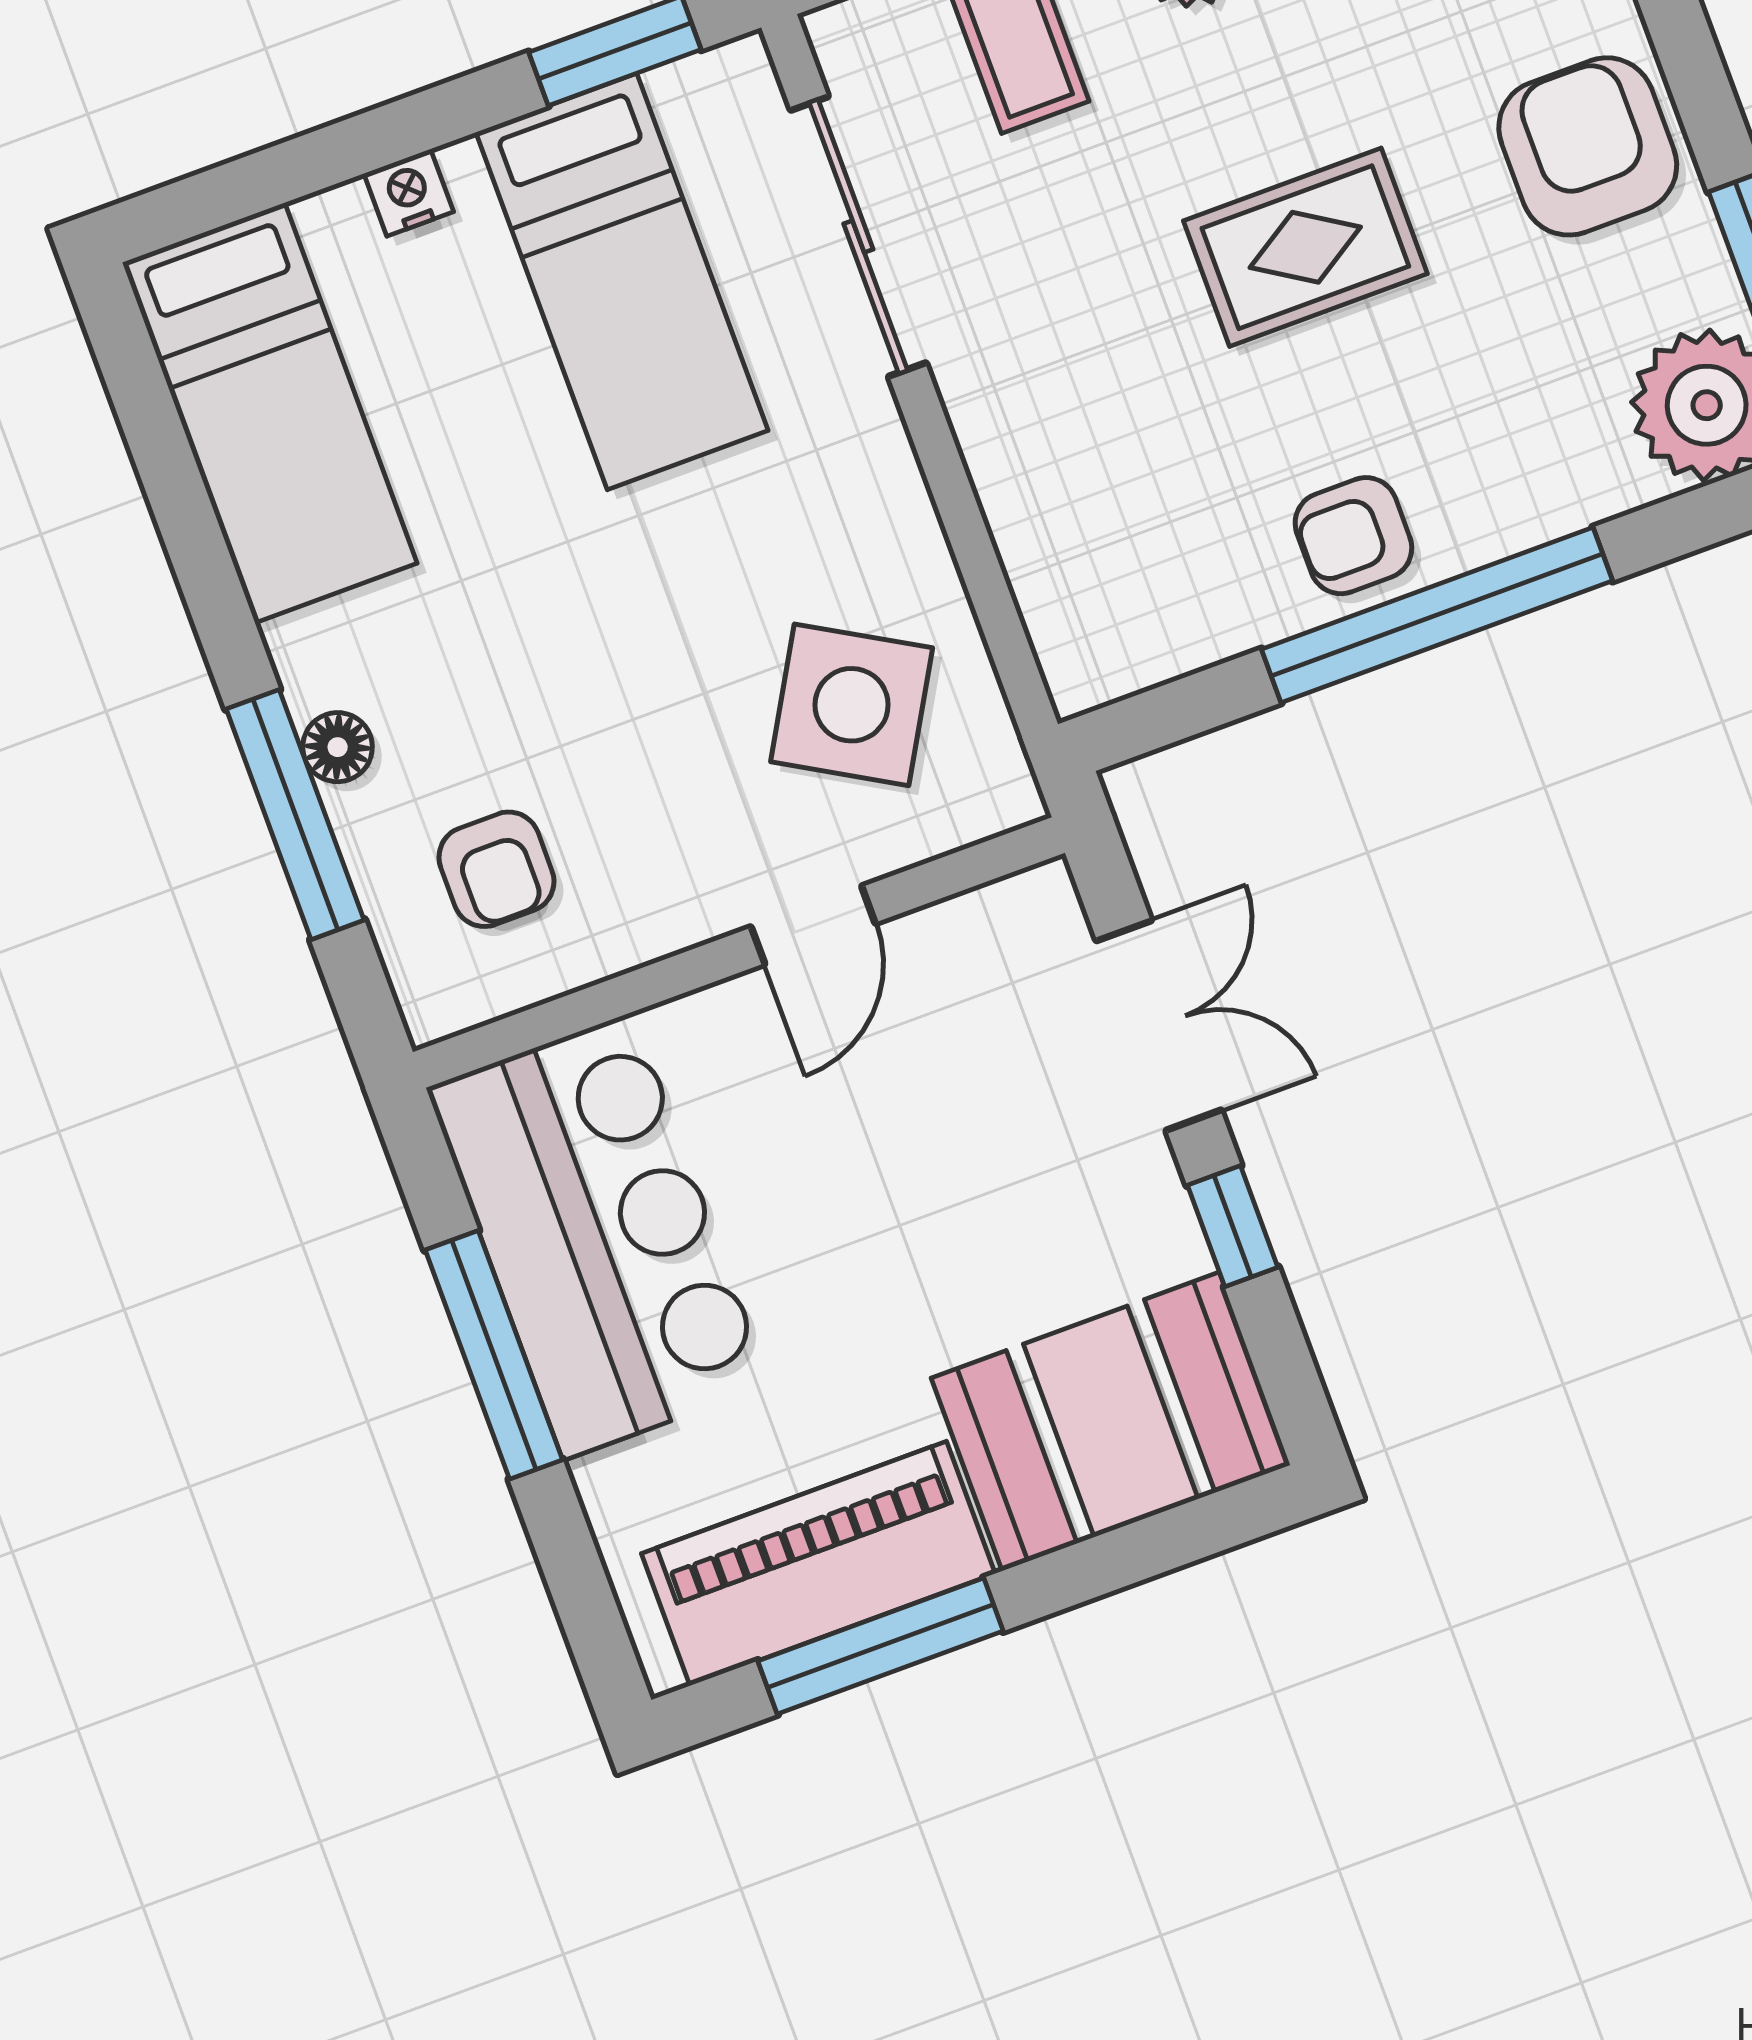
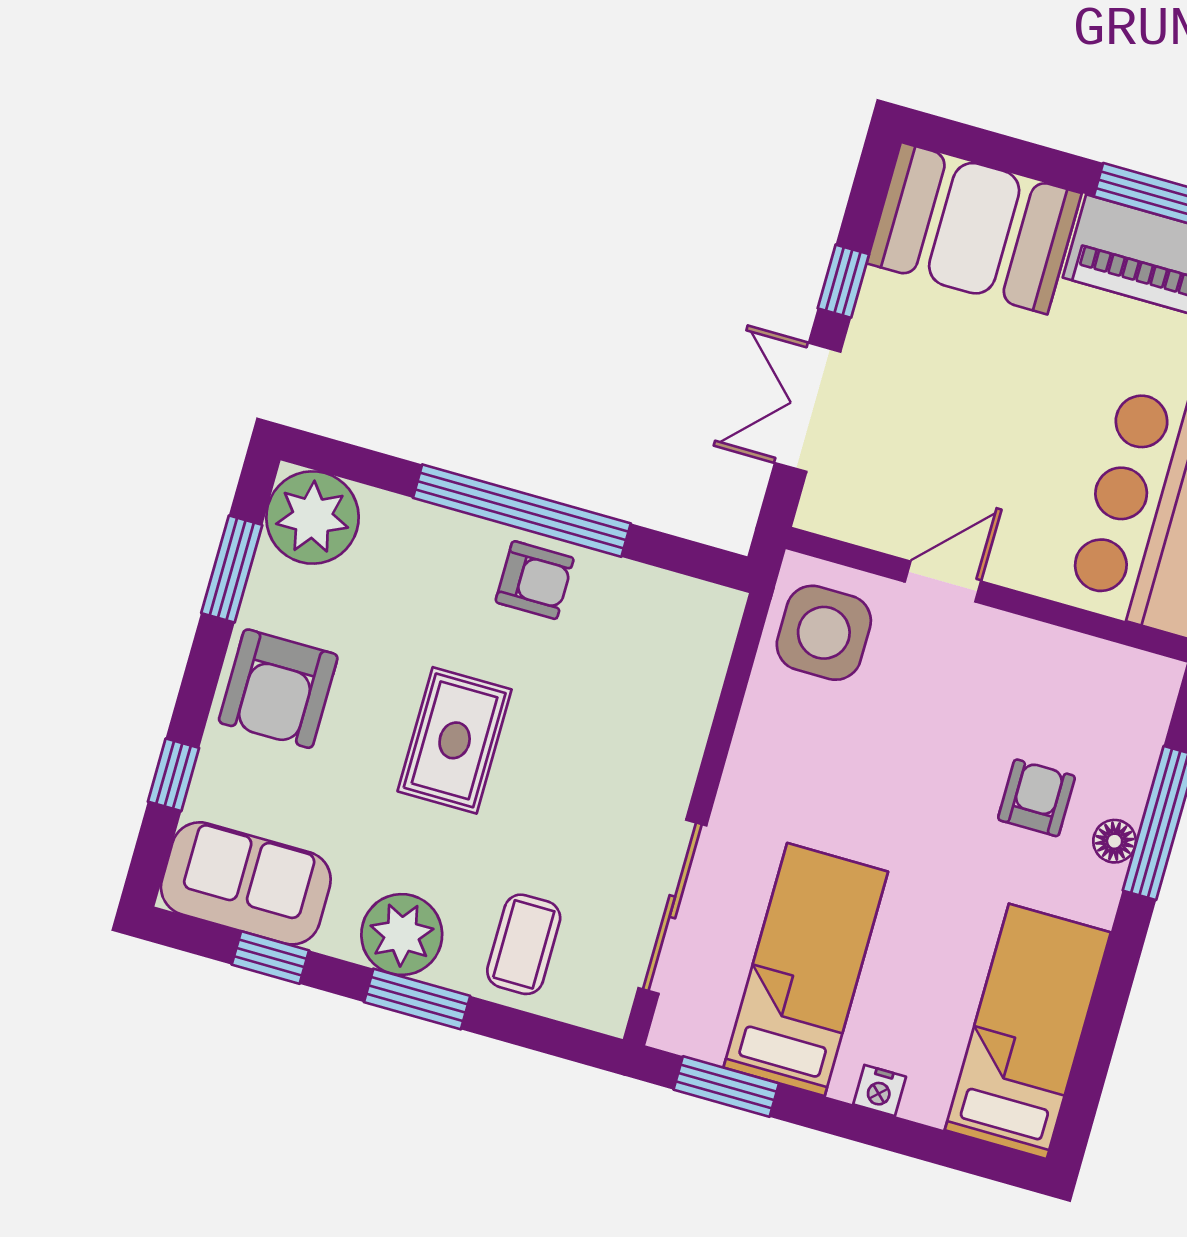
rug: (1305, 247) -> (455, 740), turned 90
side table: (852, 705) -> (824, 633), moved, turned -30
armchair: (496, 869) -> (1036, 798), moved

